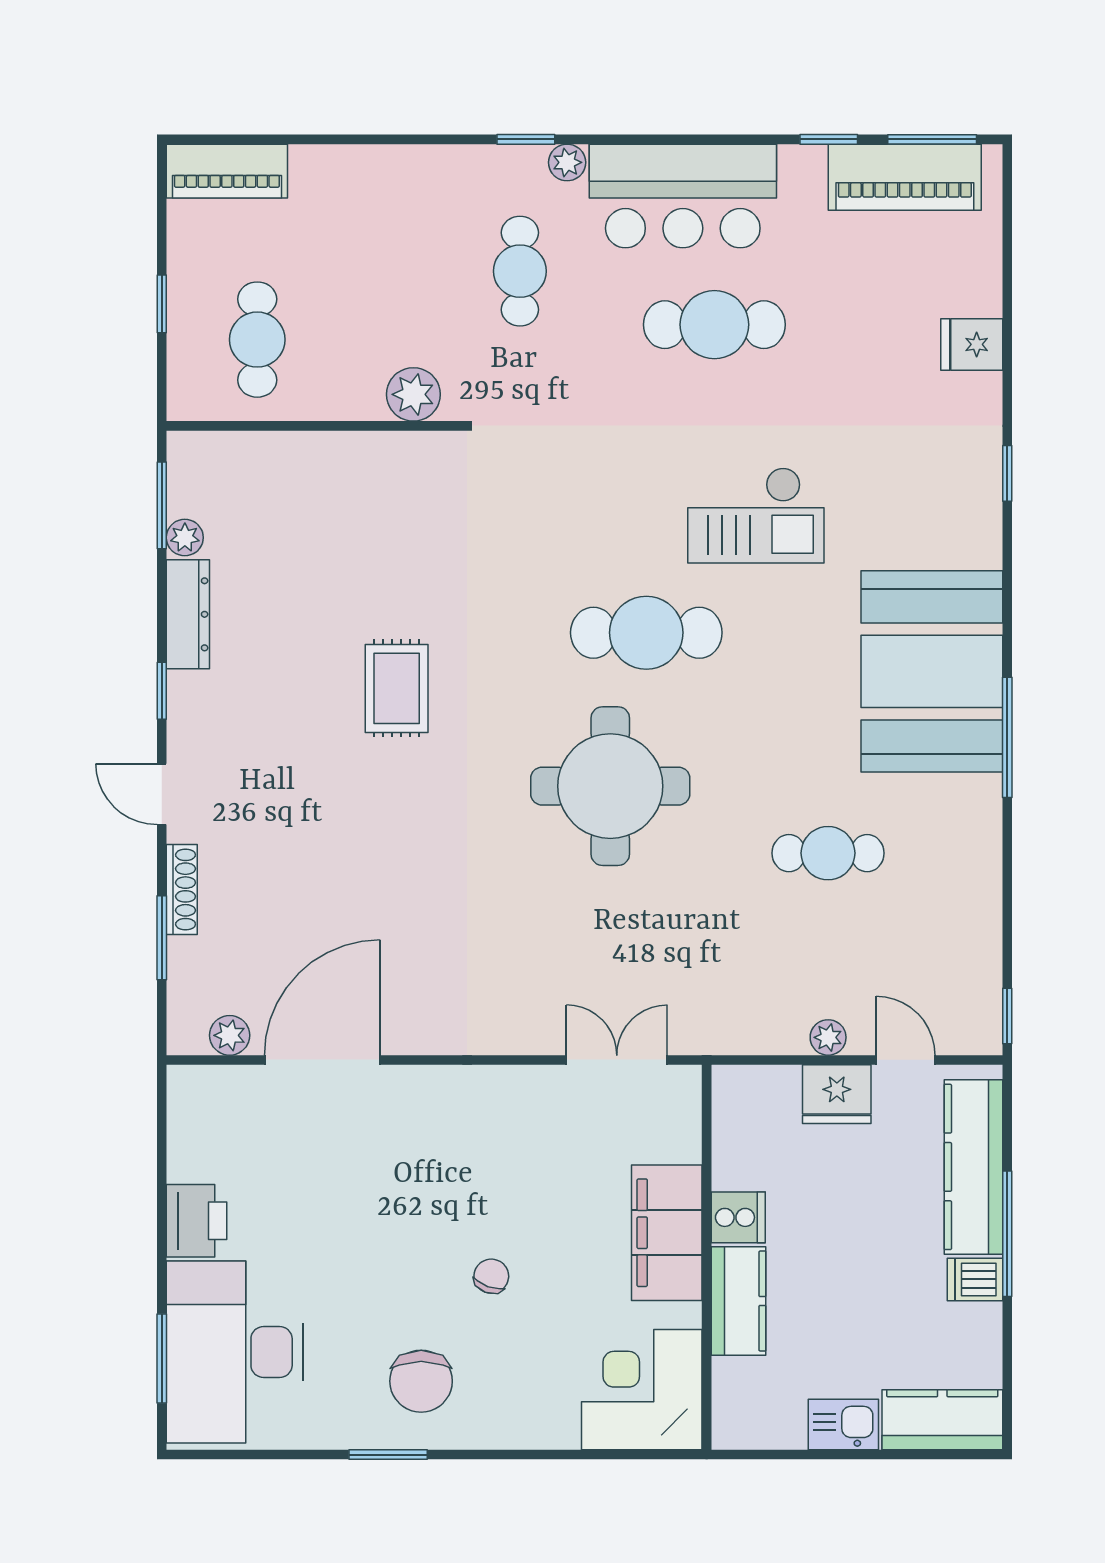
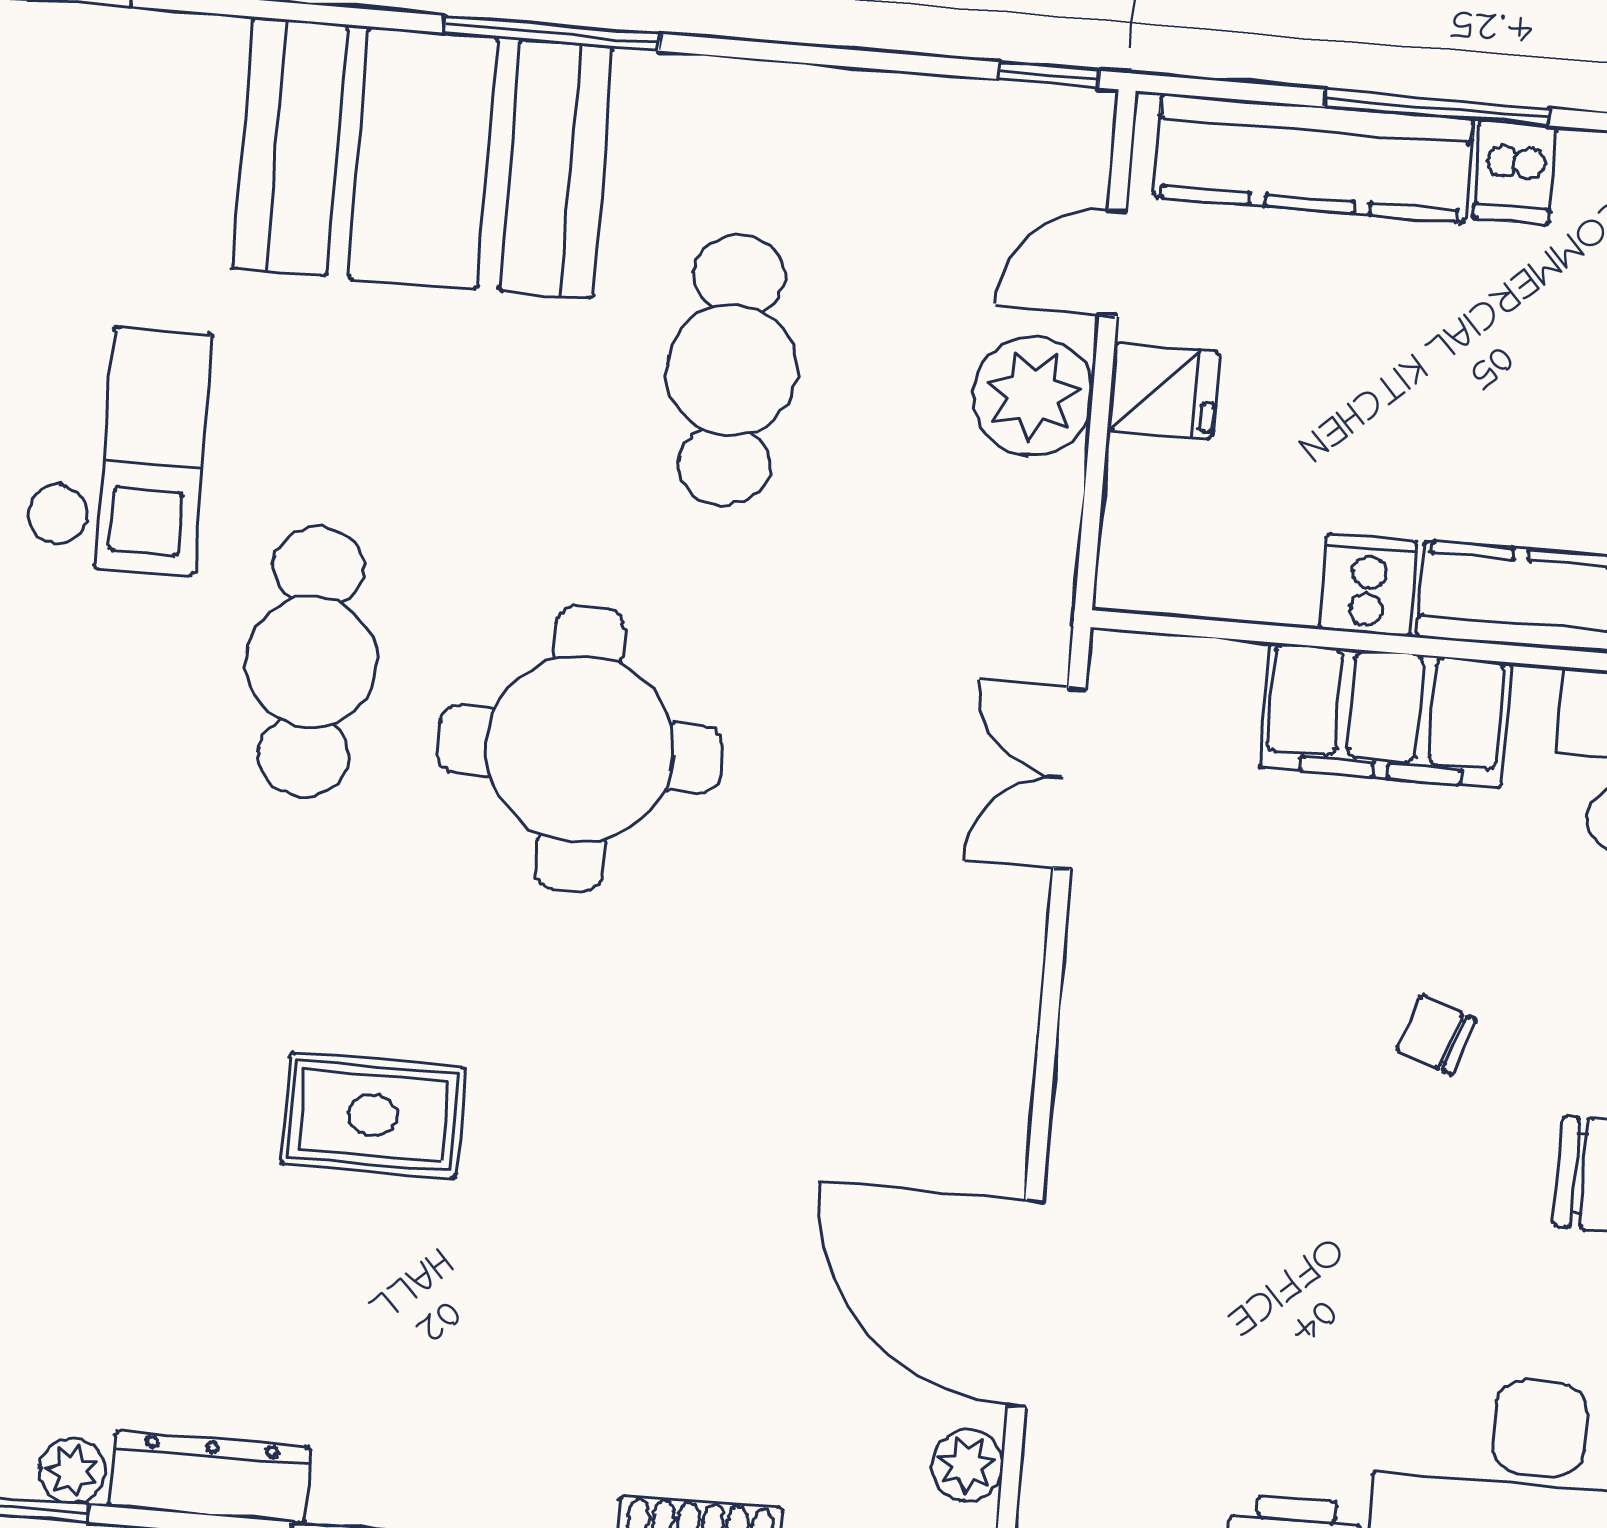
cafe table: (828, 853) -> (732, 370), width x1.37, depth x1.35
plant: (828, 1037) -> (1033, 396), width x1.88, depth x1.88
fridge: (837, 1094) -> (1163, 391), width x0.72

